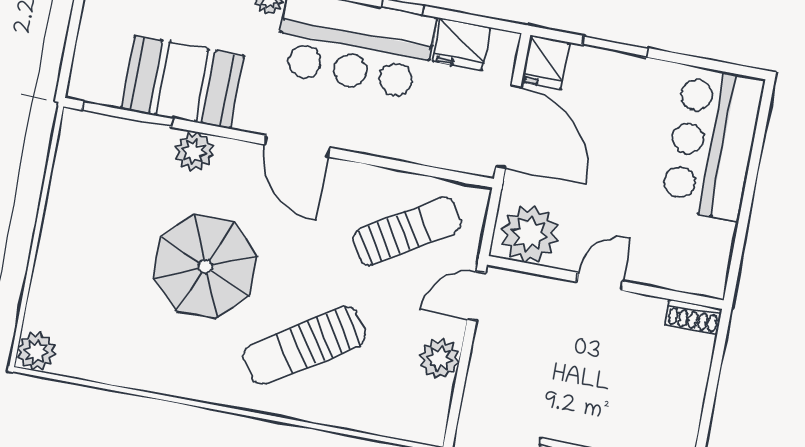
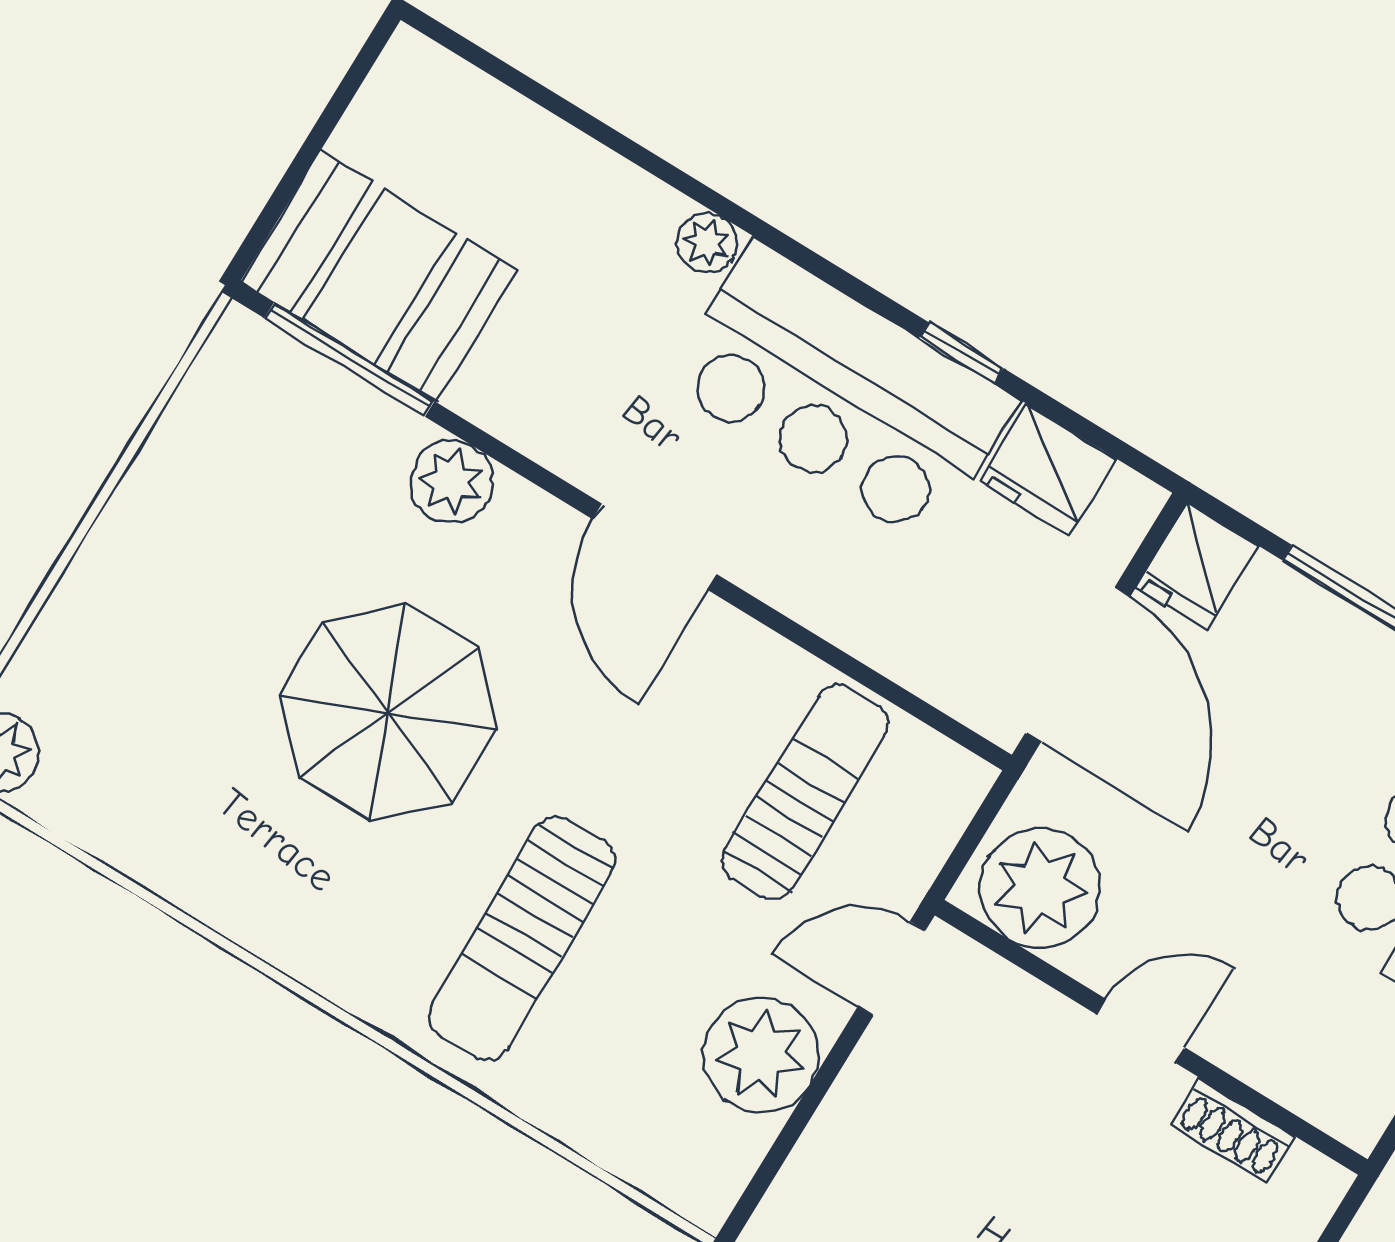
booth: (182, 82) -> (379, 276), moved
sun lounger: (407, 231) -> (805, 792), turned -58
shoe rack: (693, 317) -> (1233, 1130), moved
sun lounger: (304, 346) -> (522, 938), turned -58
plant: (439, 359) -> (761, 1055), width x1.36, depth x1.36

